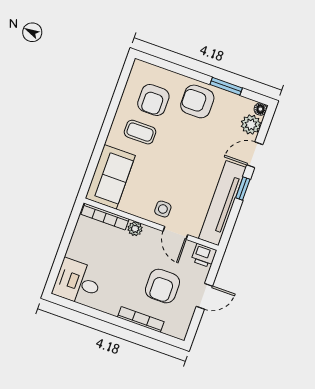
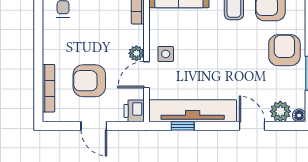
window: (243, 188) -> (183, 126), moved
plant: (135, 229) -> (136, 53), moved
bookcase: (141, 319) -> (48, 88), moved

